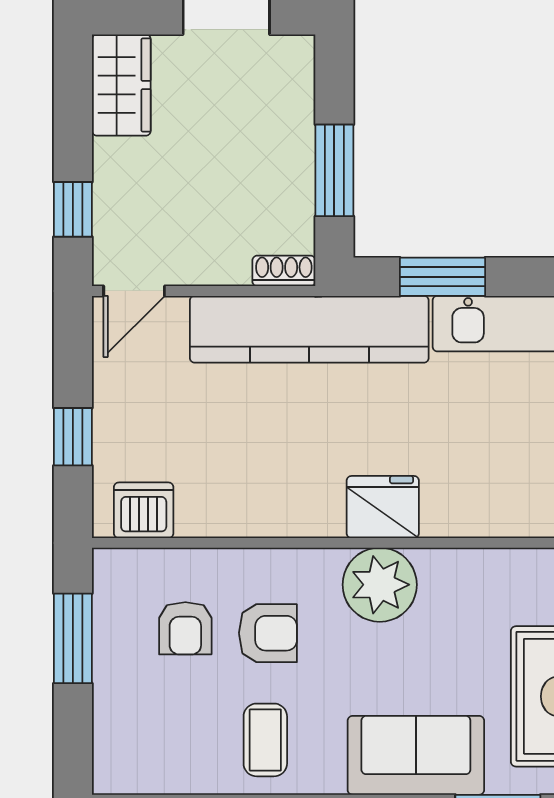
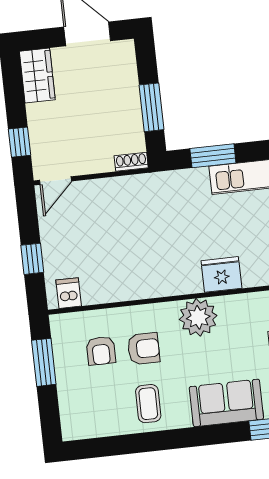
kitchen counter: (309, 329) -> (148, 190), removed
fridge: (383, 507) -> (221, 274), moved
dishwasher: (144, 510) -> (69, 293), width x0.73

